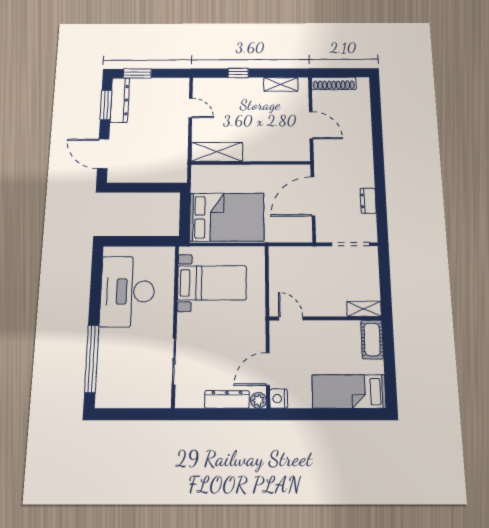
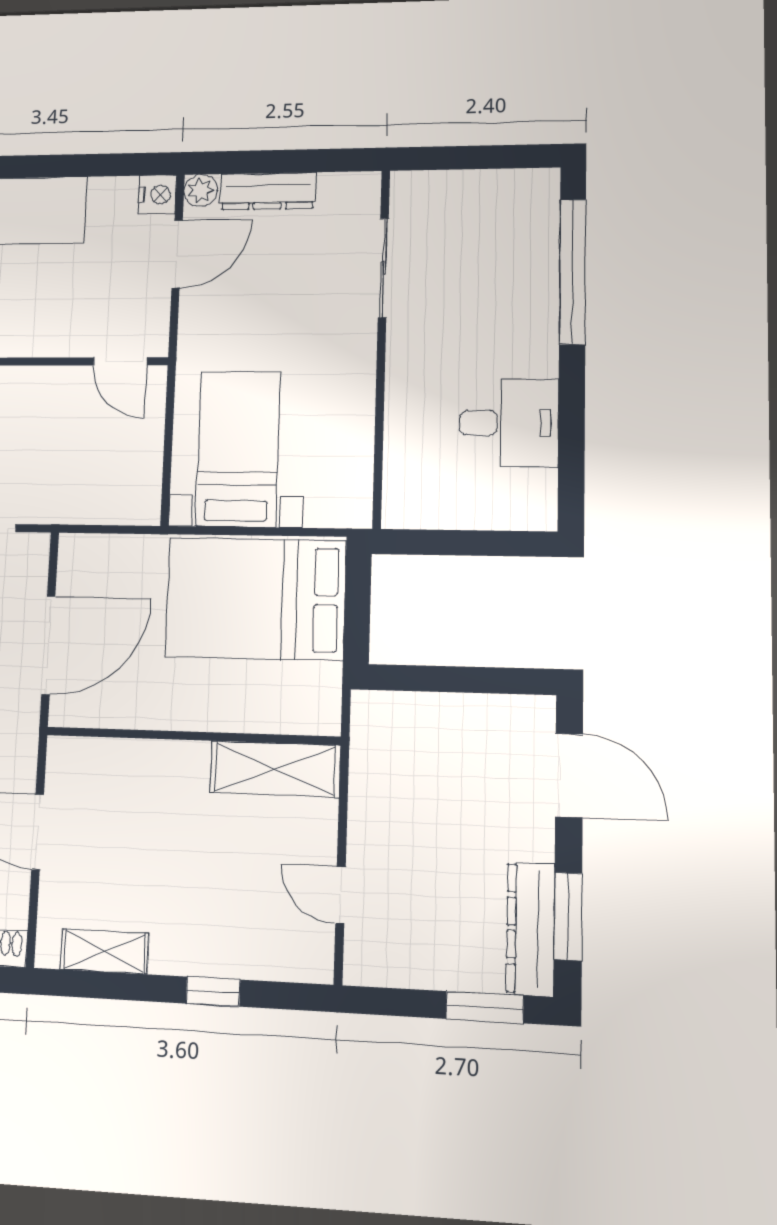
bed with nightstands: (212, 283) -> (238, 449), moved, turned 90
desk: (127, 291) -> (509, 423), width x0.53, depth x0.77

